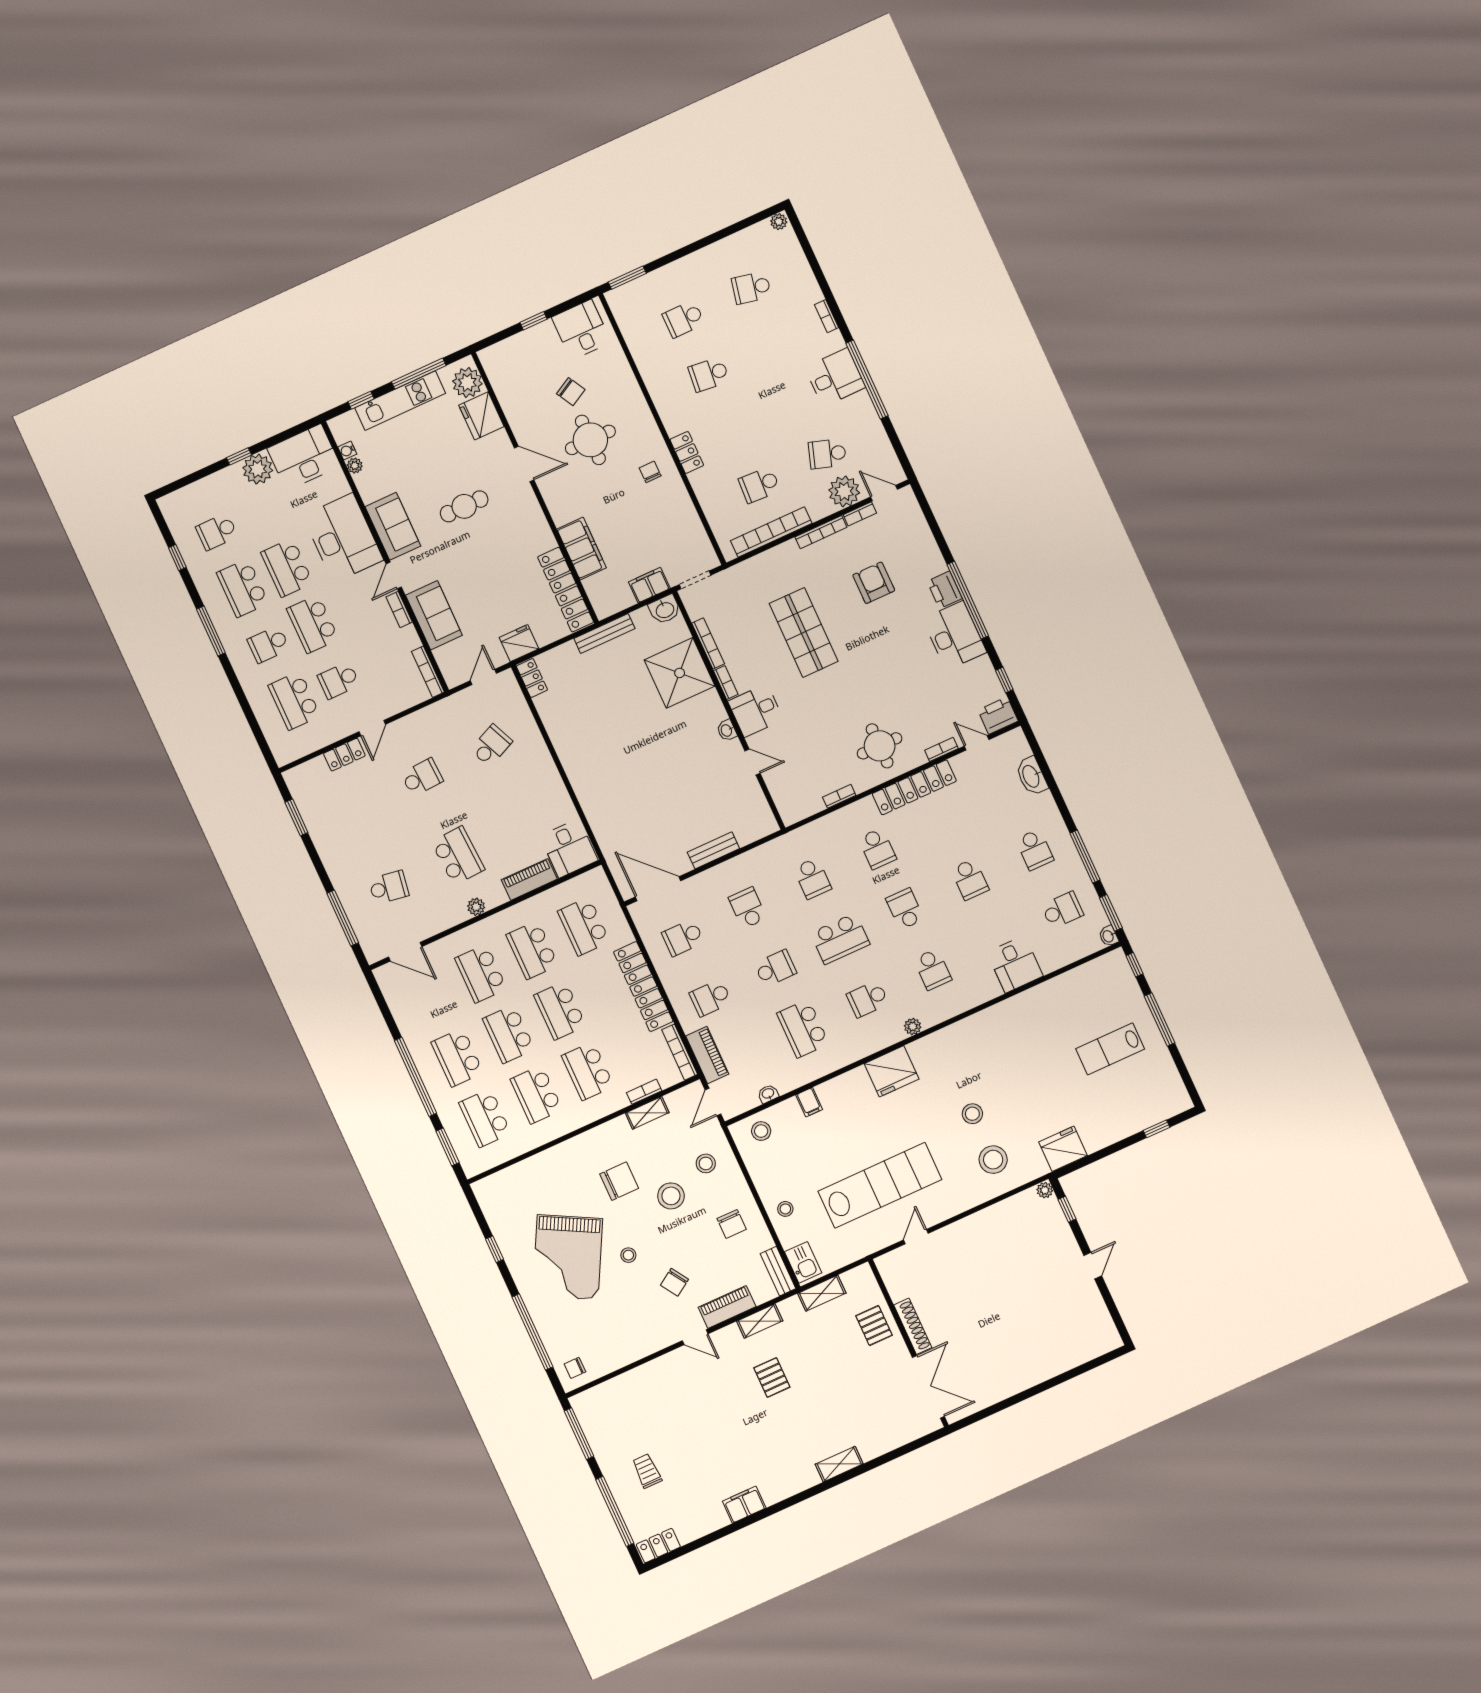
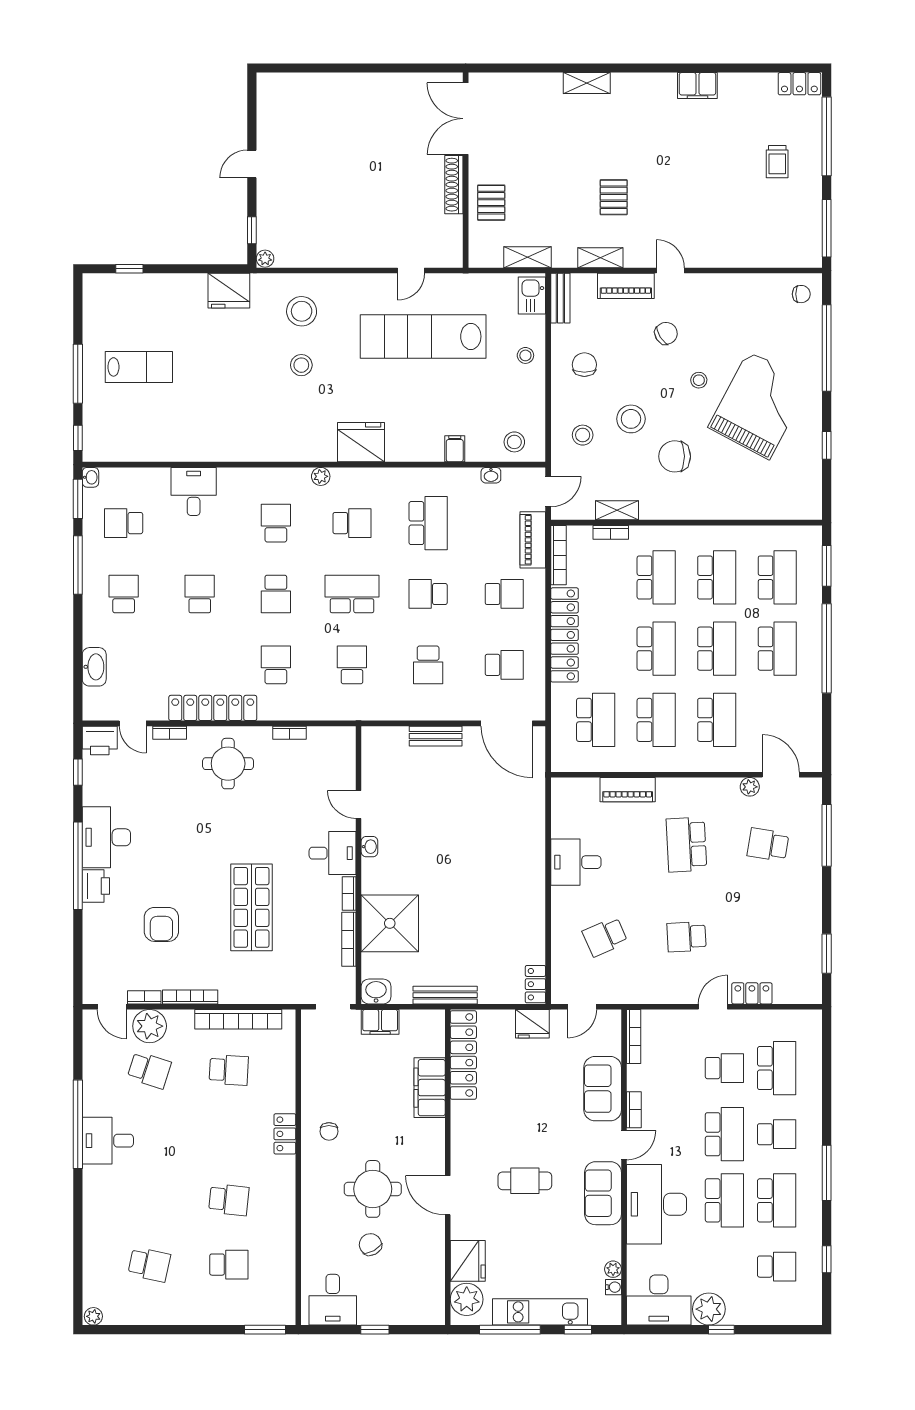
bookcase: (826, 316) -> (89, 1204), removed
desk: (569, 848) -> (576, 862), moved, turned -90
plant: (476, 907) -> (750, 787), moved

